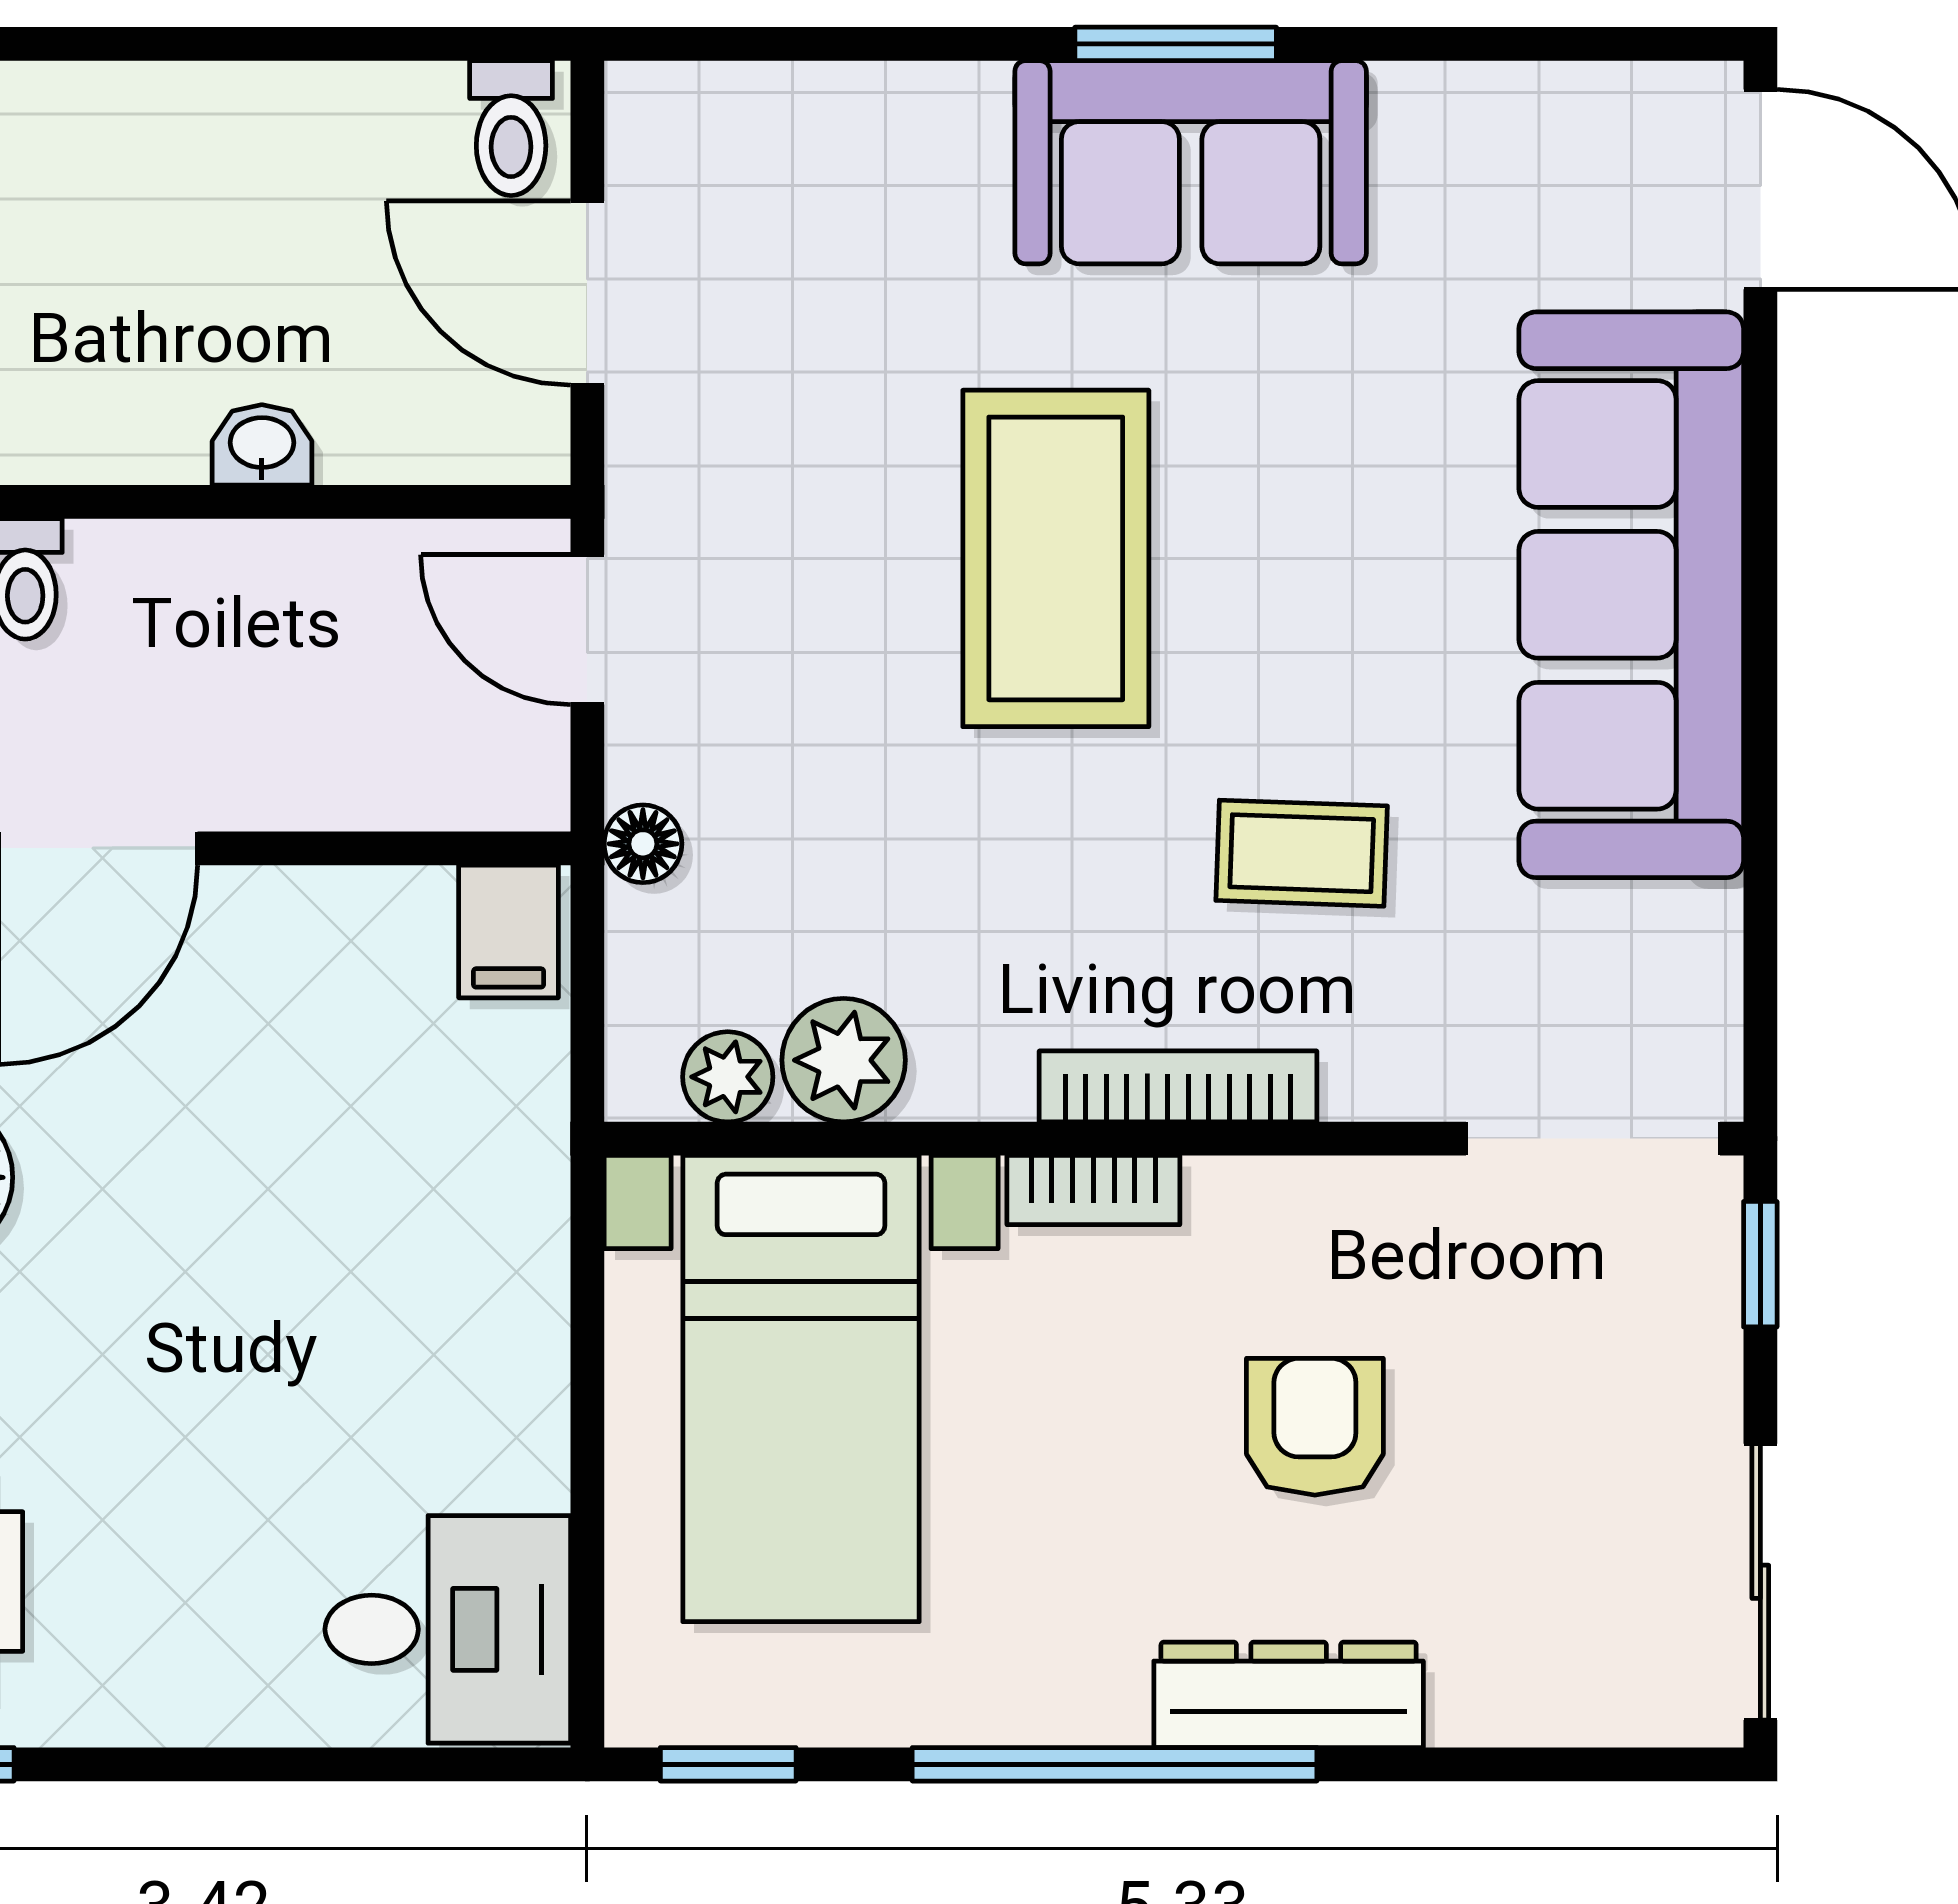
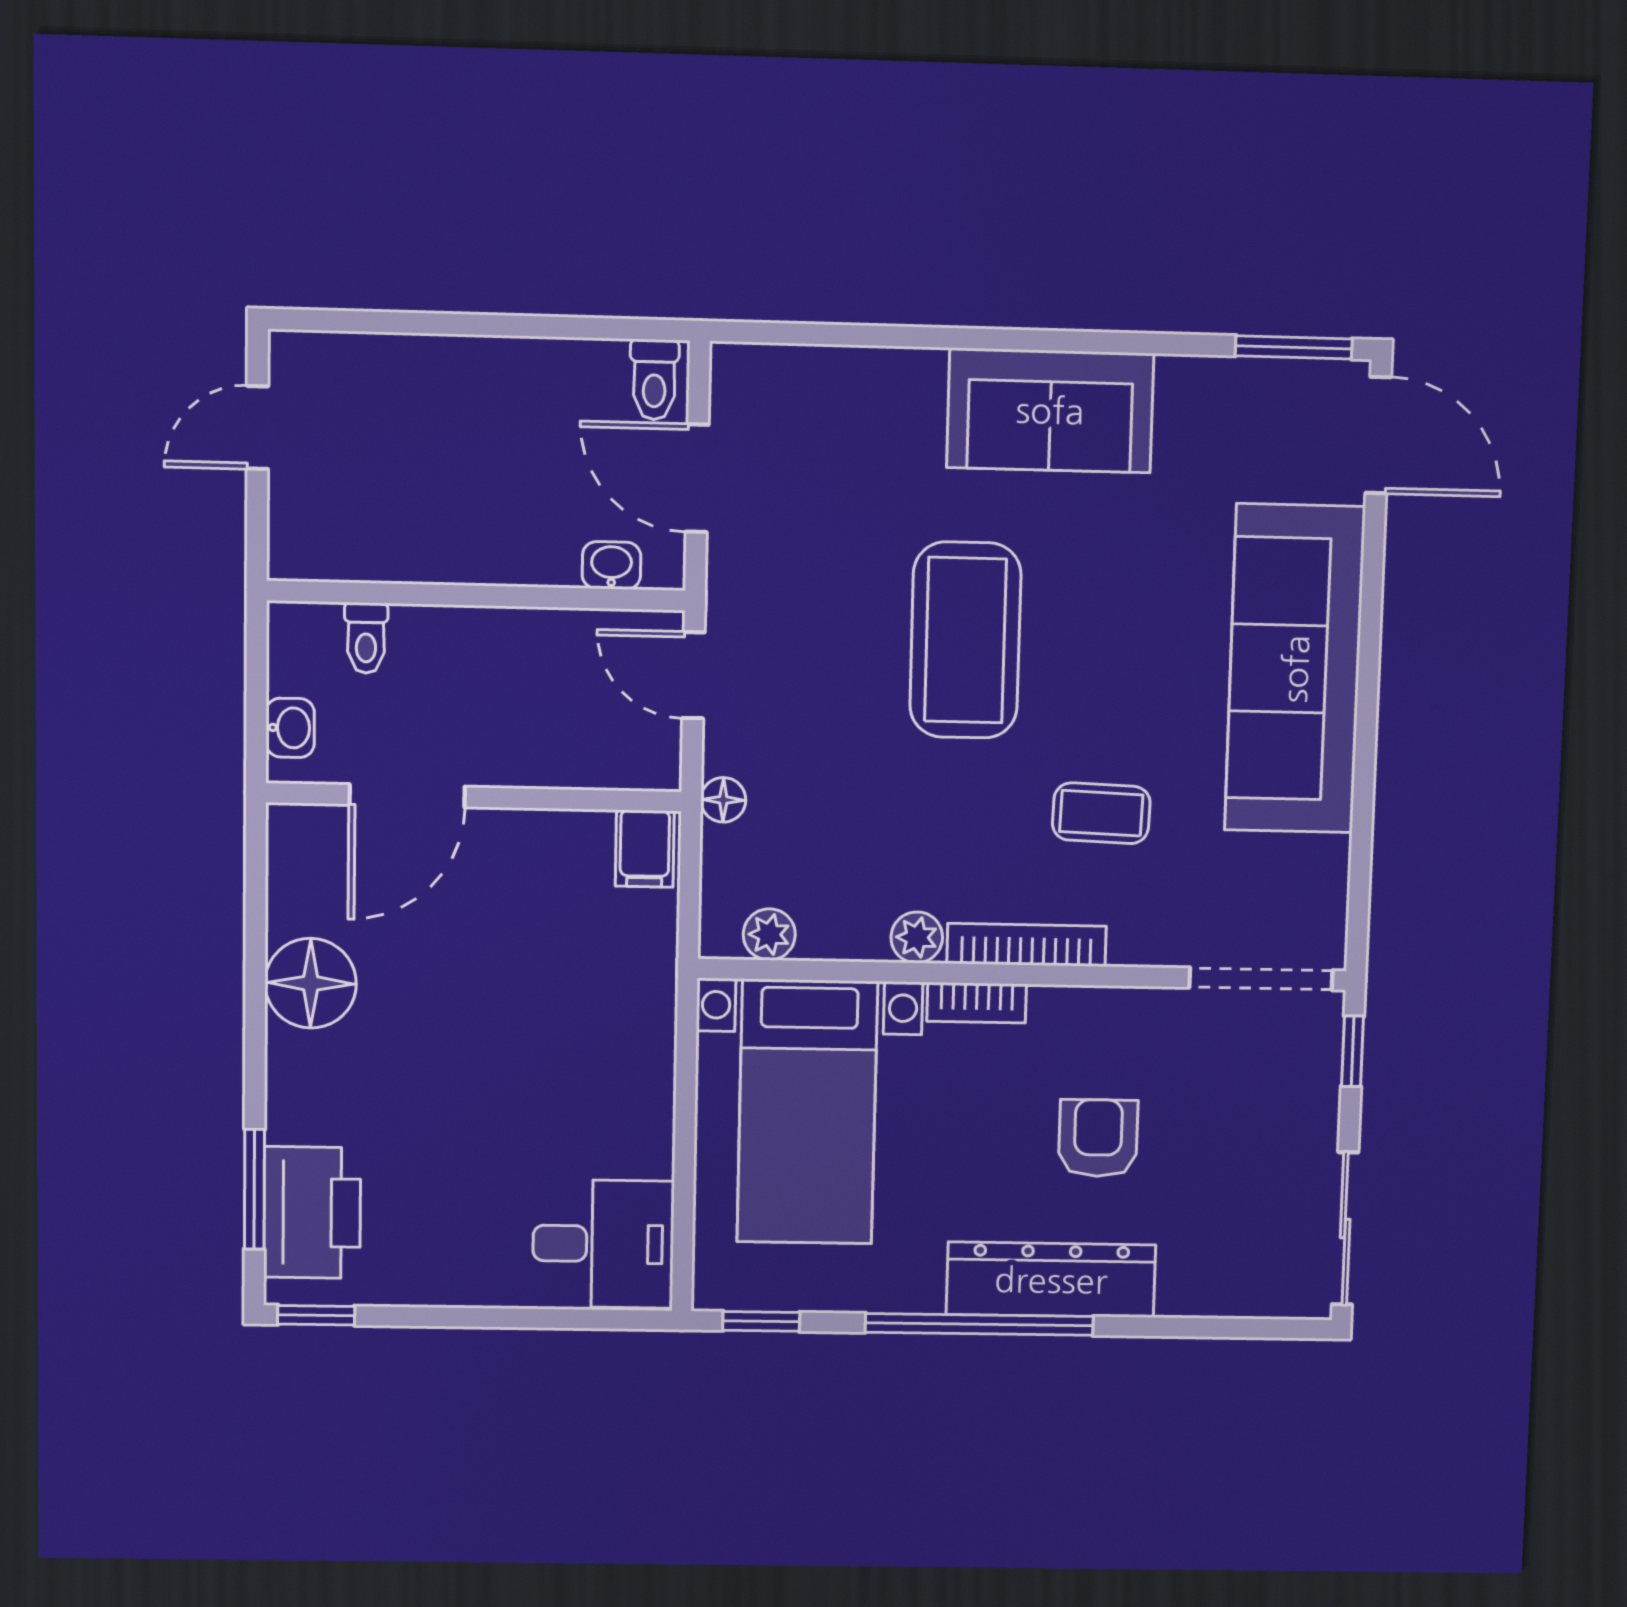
window: (1176, 44) -> (1294, 347), moved
washbasin: (262, 445) -> (611, 565), moved
plant: (844, 1060) -> (917, 937), moved, width x0.73, depth x0.73
dresser: (1289, 1695) -> (1051, 1280), width x1.37, depth x1.24

